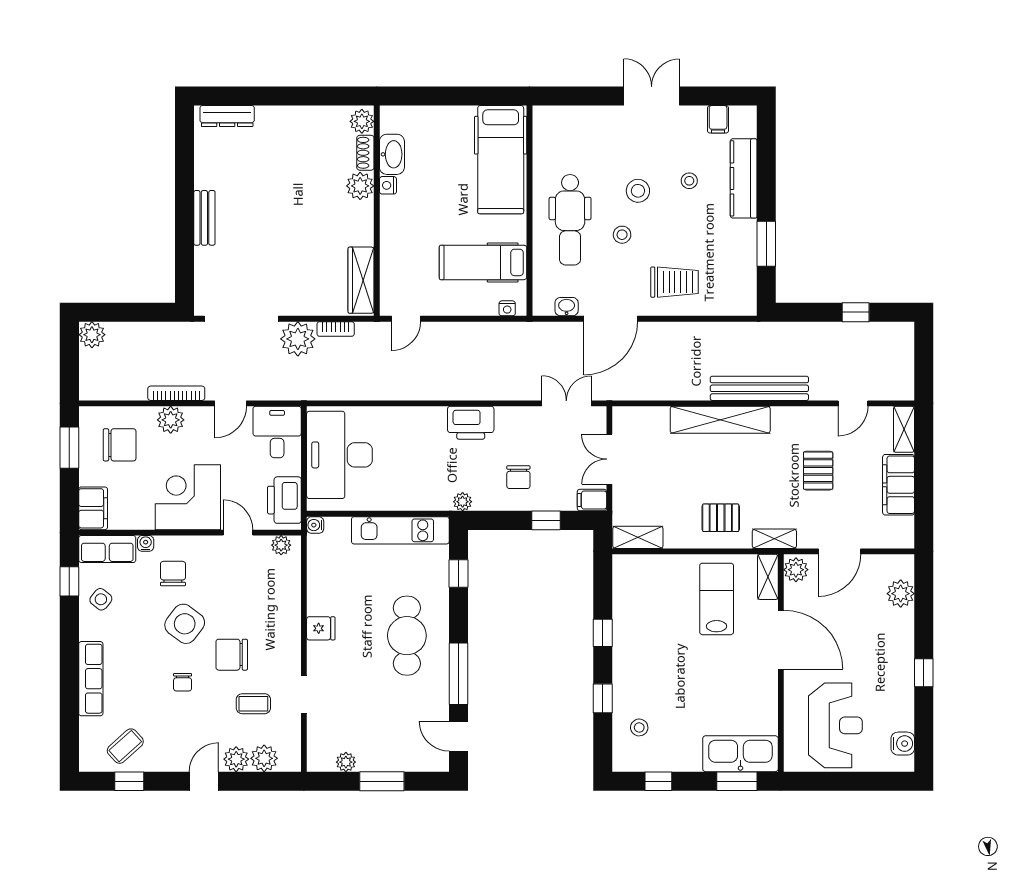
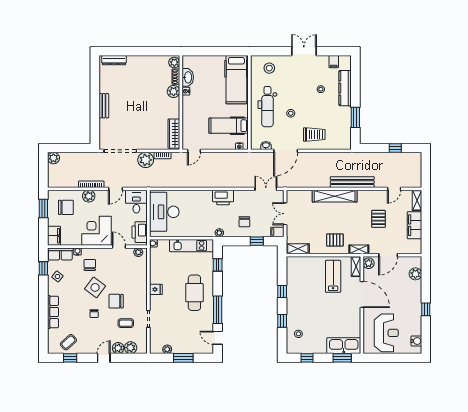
stool: (638, 191) -> (269, 68), moved

